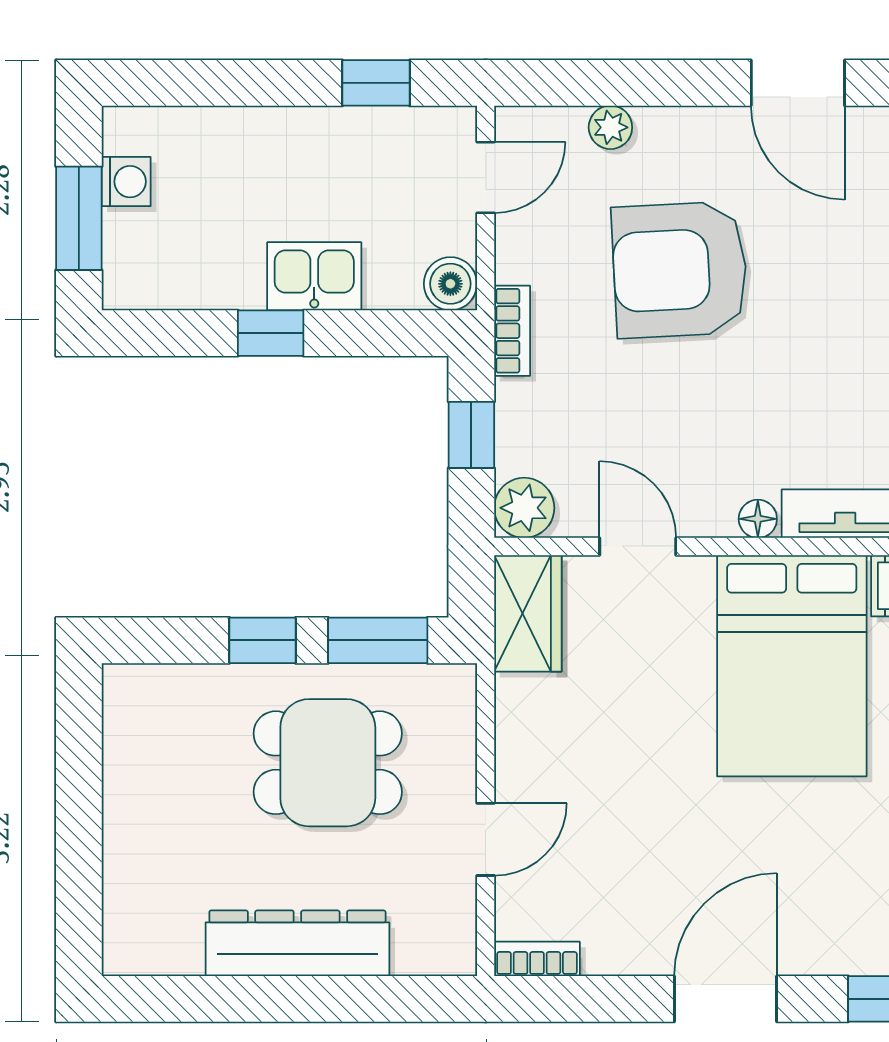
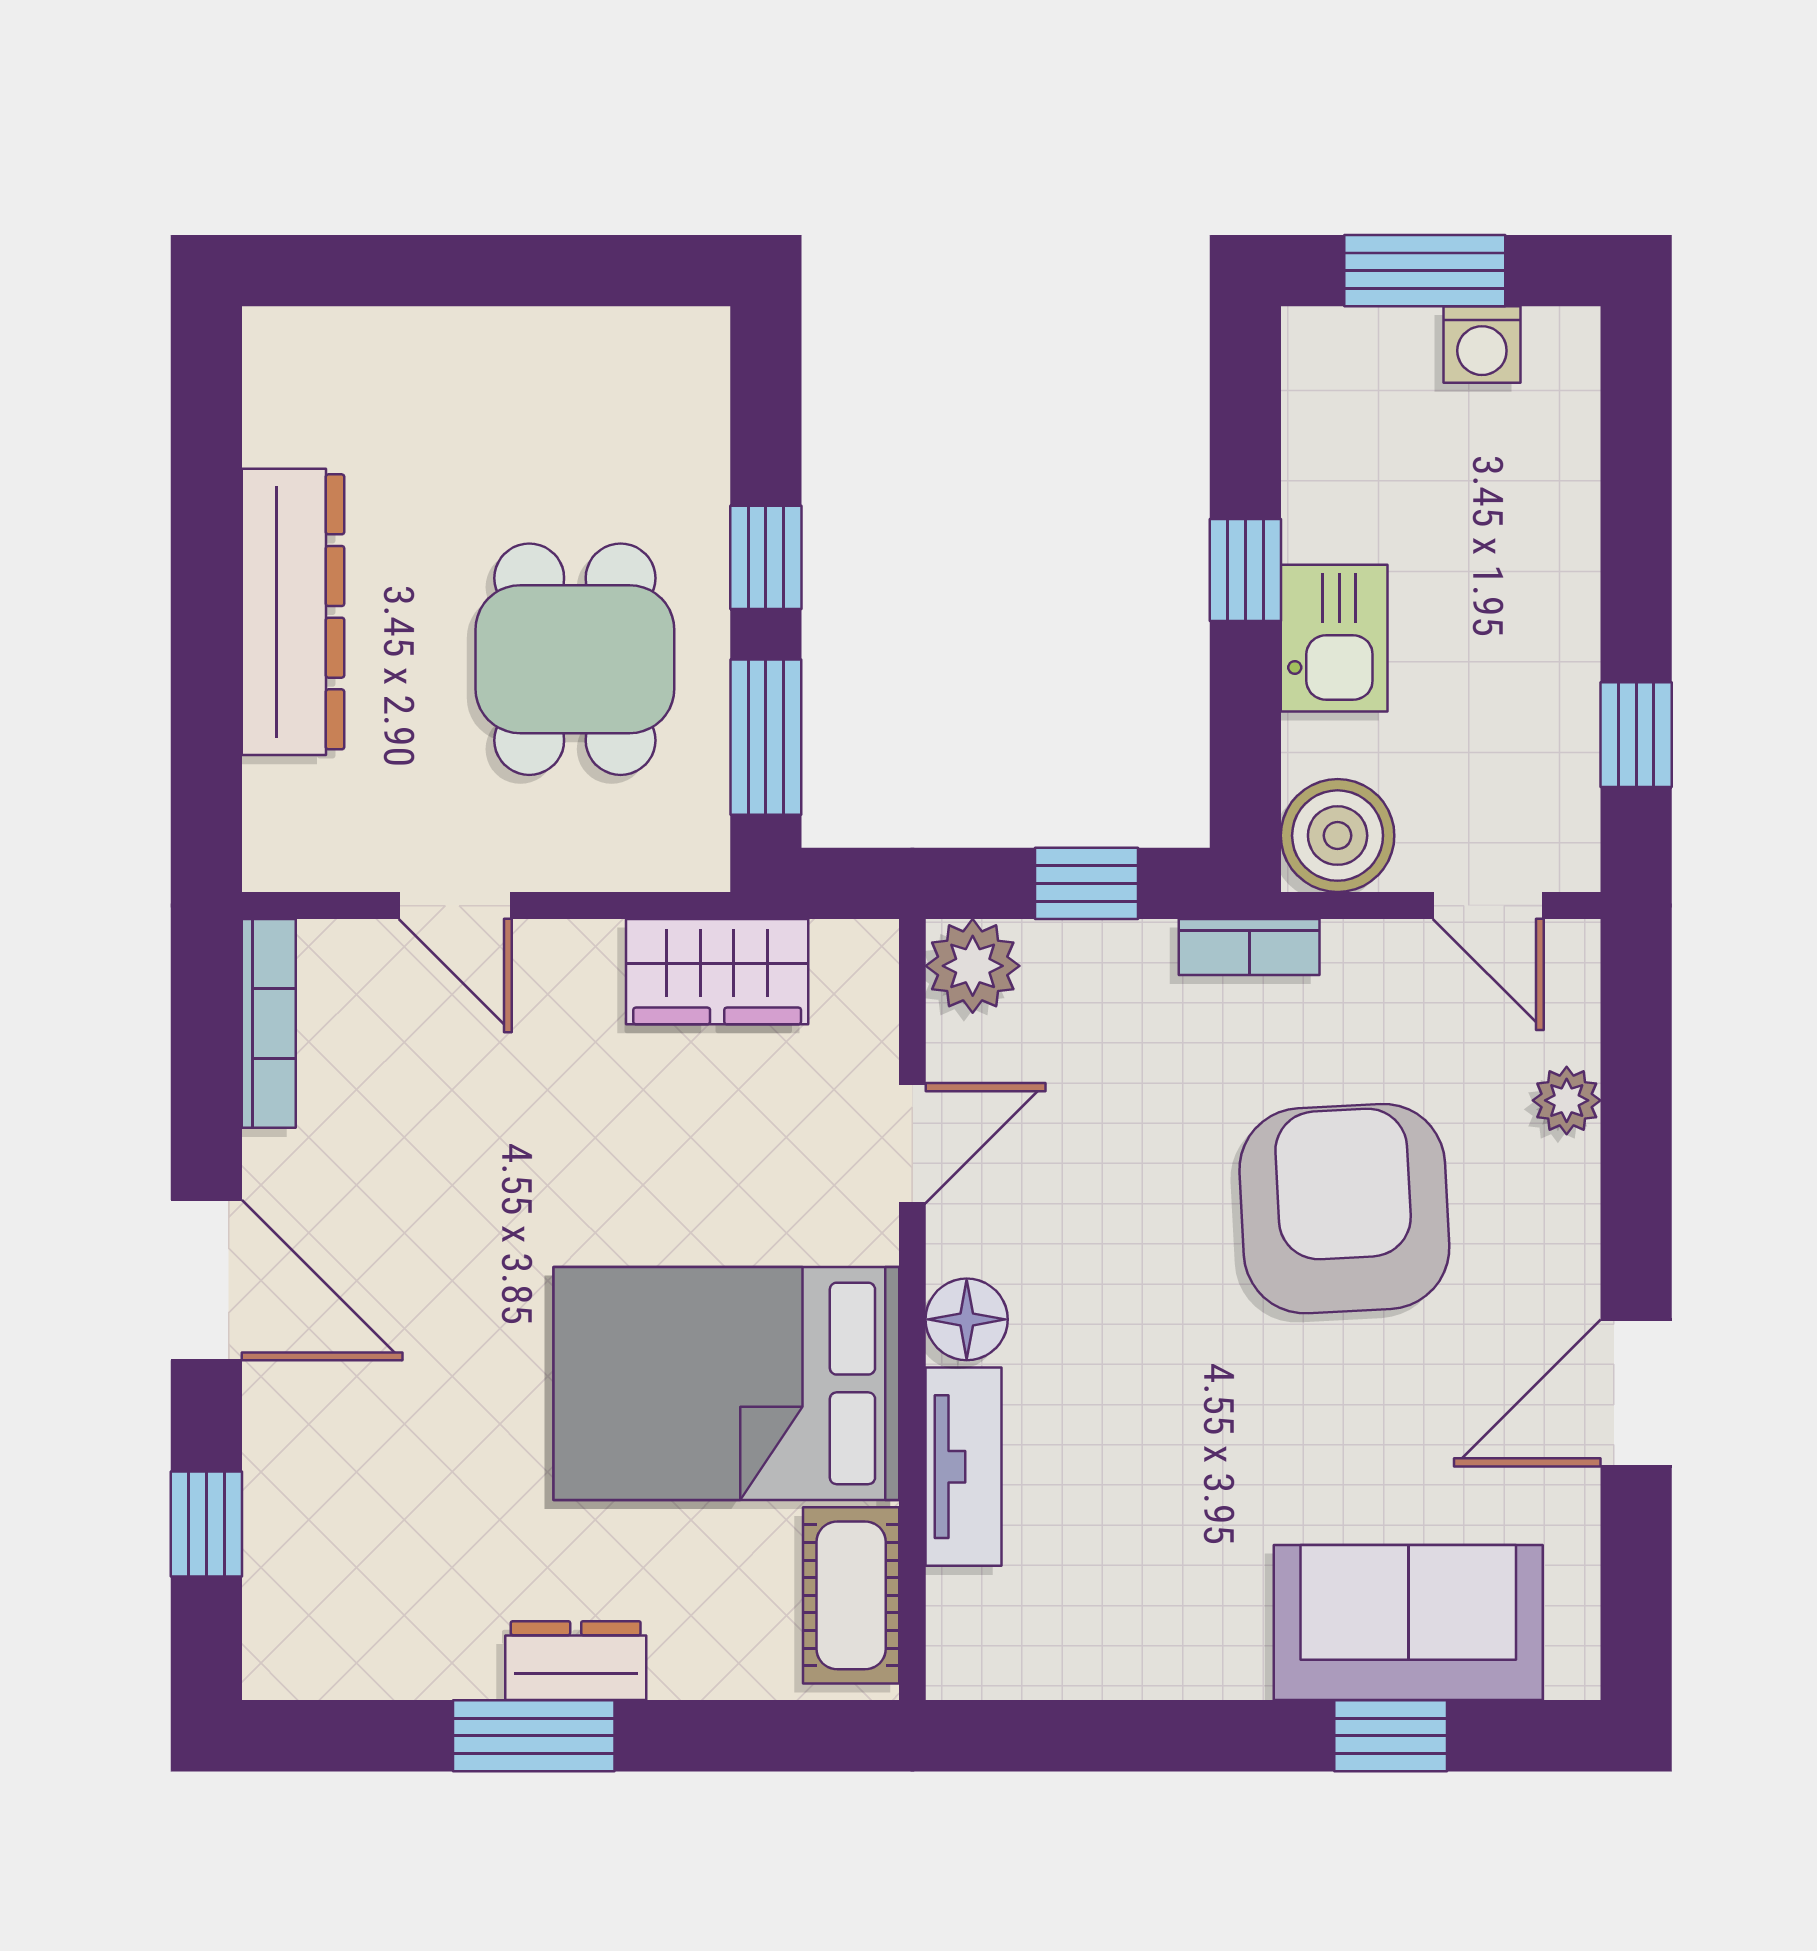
boiler: (450, 284) -> (1338, 836), width x1.36, depth x1.36
floor lamp: (758, 519) -> (967, 1319), width x1.37, depth x1.37
wardrobe: (528, 613) -> (717, 972), moved
bookcase: (537, 959) -> (269, 1023), width x1.56

